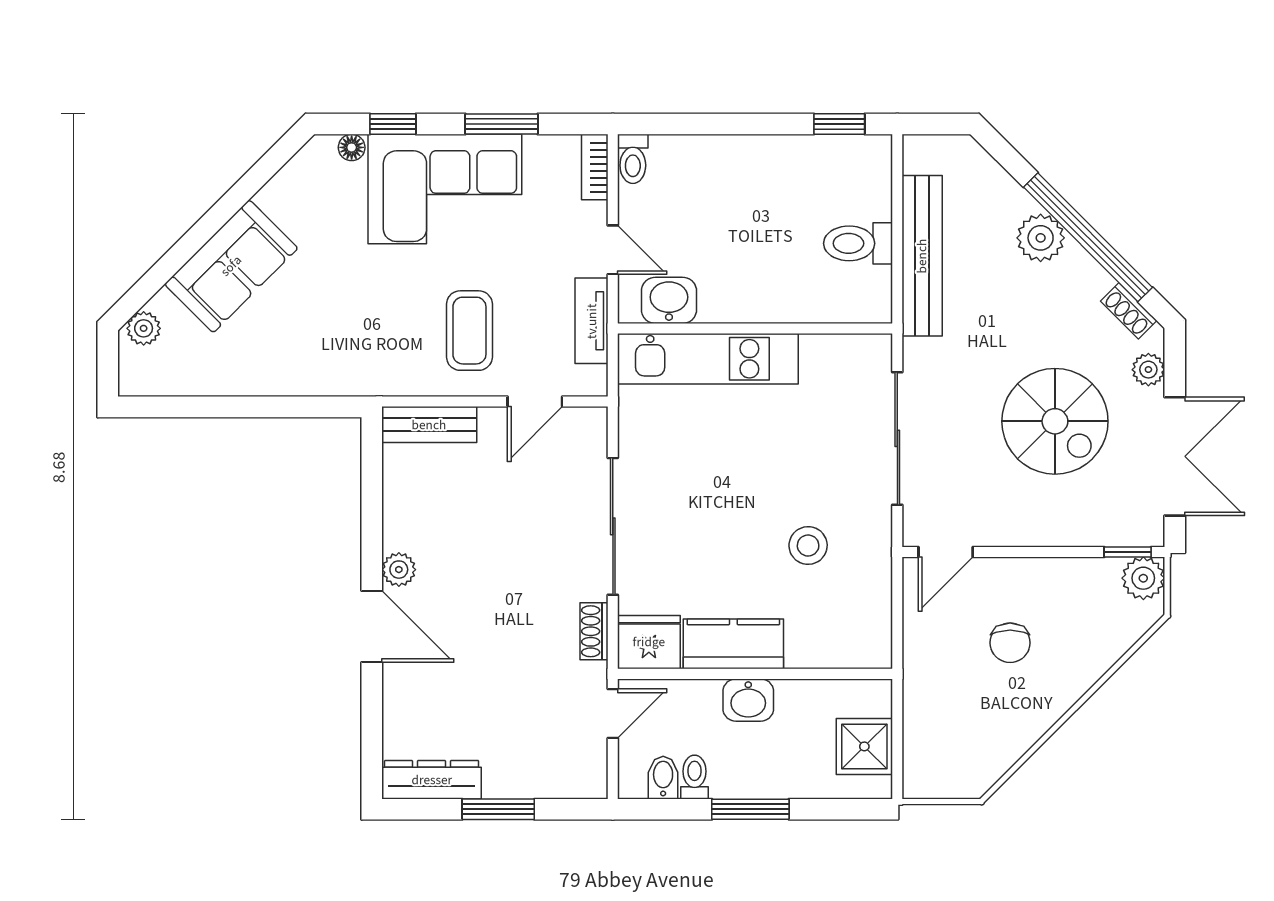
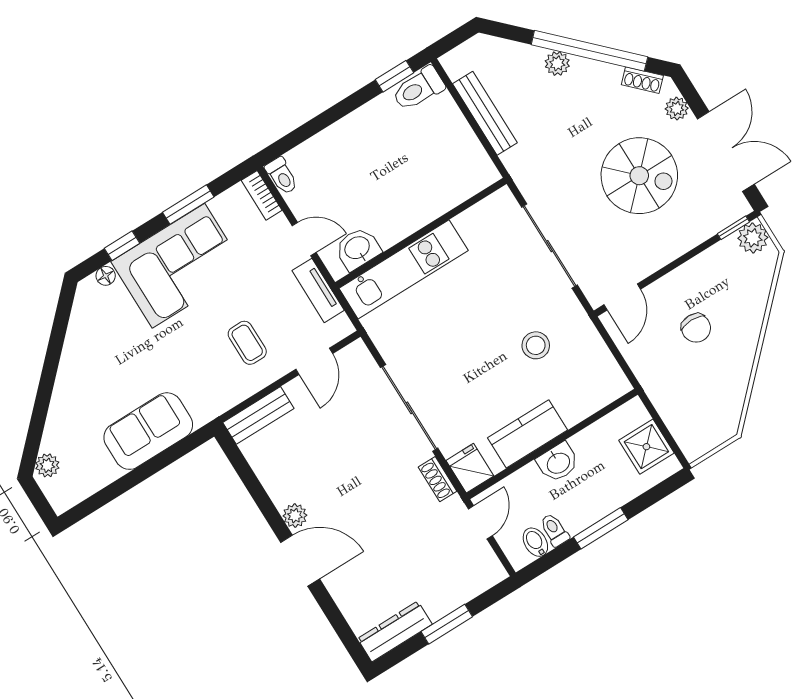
plant: (1041, 238) -> (557, 63), width x0.73, depth x0.73
toilet: (858, 243) -> (418, 89), moved
bench: (922, 256) -> (485, 113), width x0.73, depth x0.82
sofa: (231, 266) -> (148, 431), moved, turned -135
coffee table: (469, 331) -> (247, 343), width x0.73, depth x0.77
fridge: (649, 642) -> (470, 468), width x0.72

